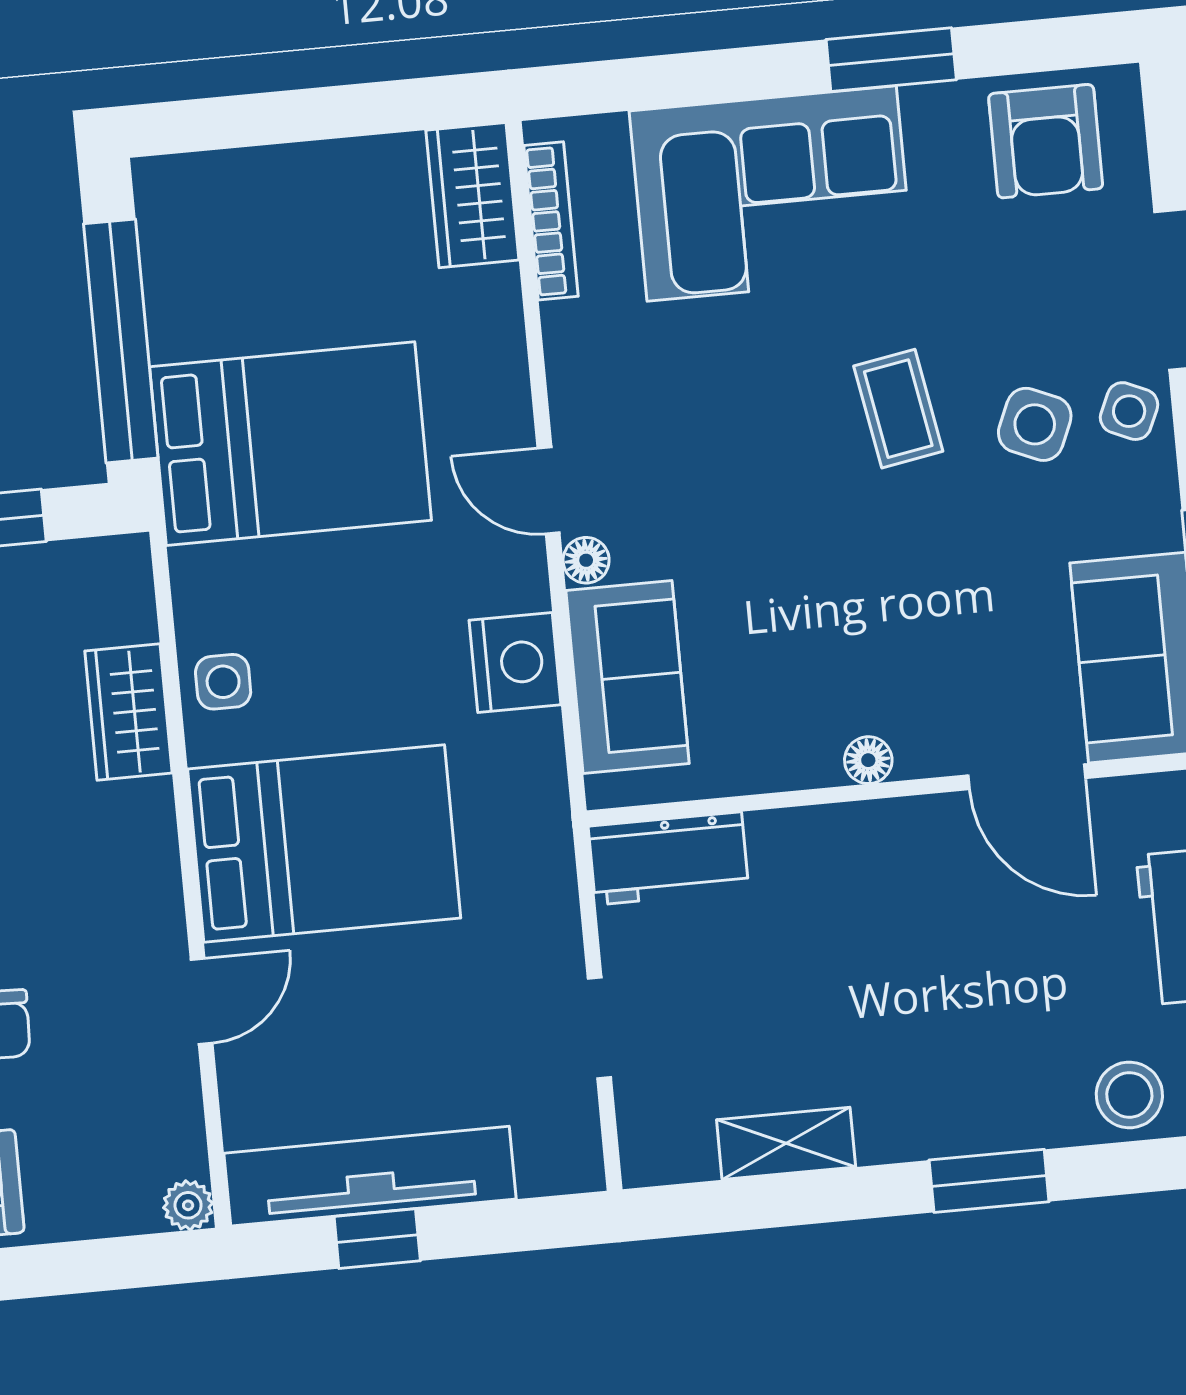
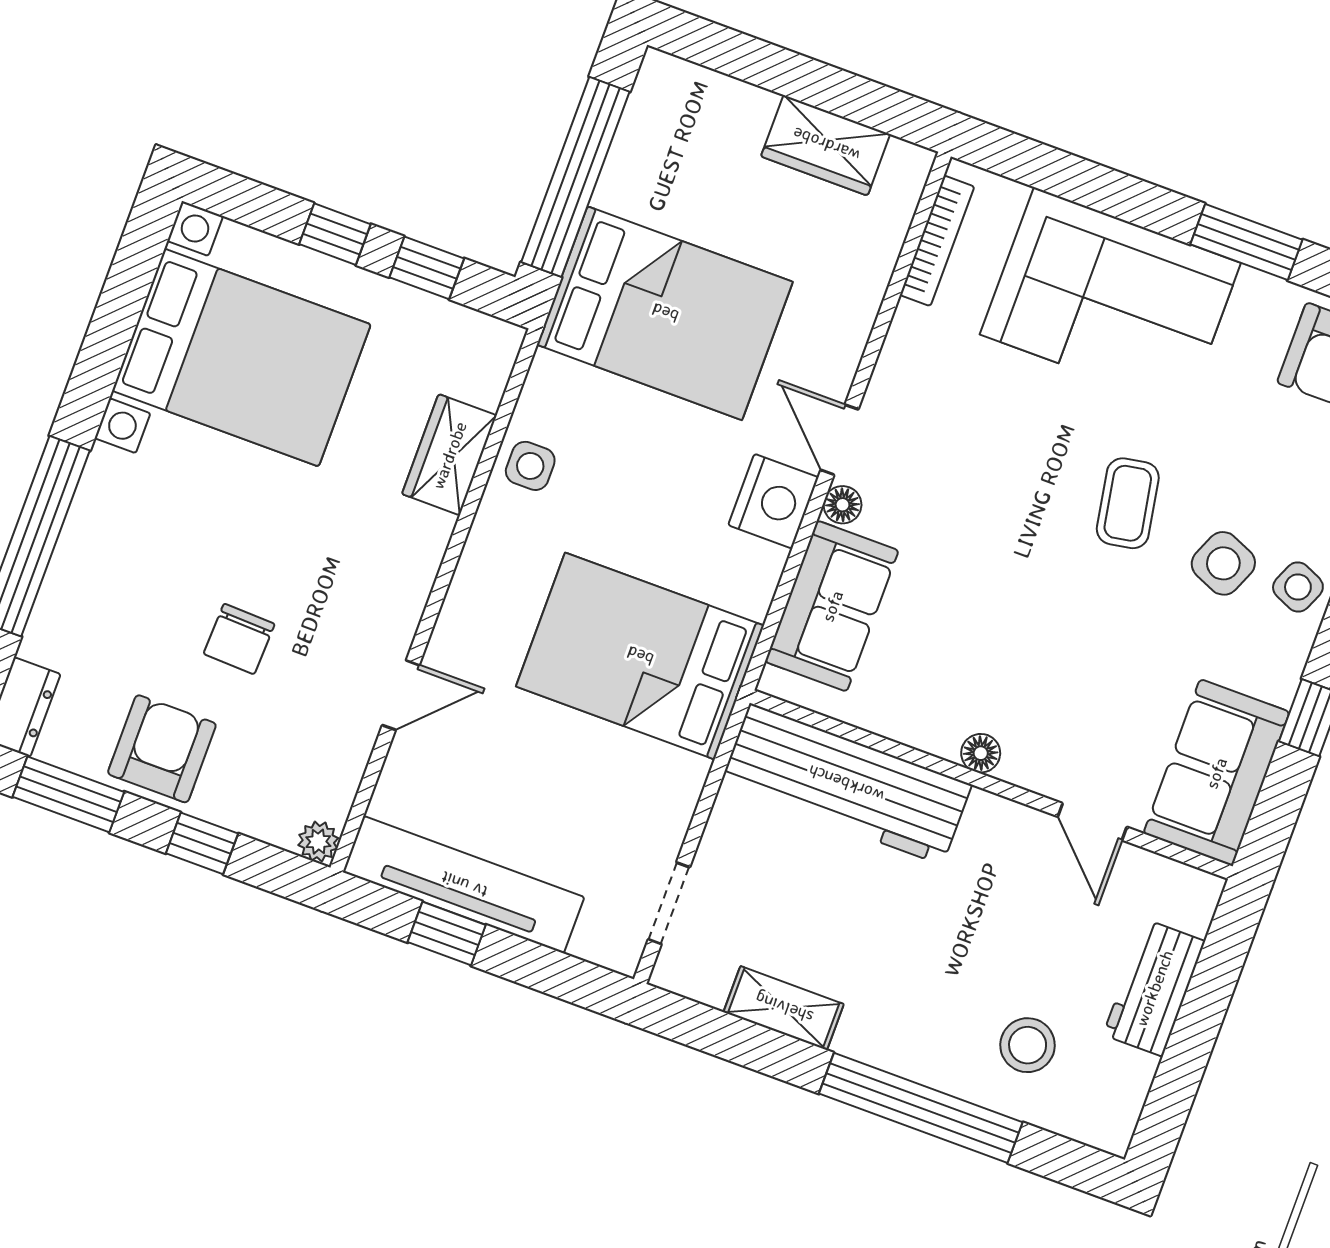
wardrobe: (472, 195) -> (826, 145), moved, turned -90
nightstand: (515, 663) -> (773, 501), moved
door: (1027, 777) -> (1092, 822), width x0.73
bed: (324, 843) -> (640, 656), moved, turned 180
workbench: (669, 858) -> (846, 784), width x1.88, depth x1.32
doorway: (599, 1028) -> (669, 903), moved
stool: (1129, 1095) -> (1028, 1045), moved
window: (989, 1181) -> (921, 1108), width x2.11
window: (61, 1269) -> (202, 843), added

